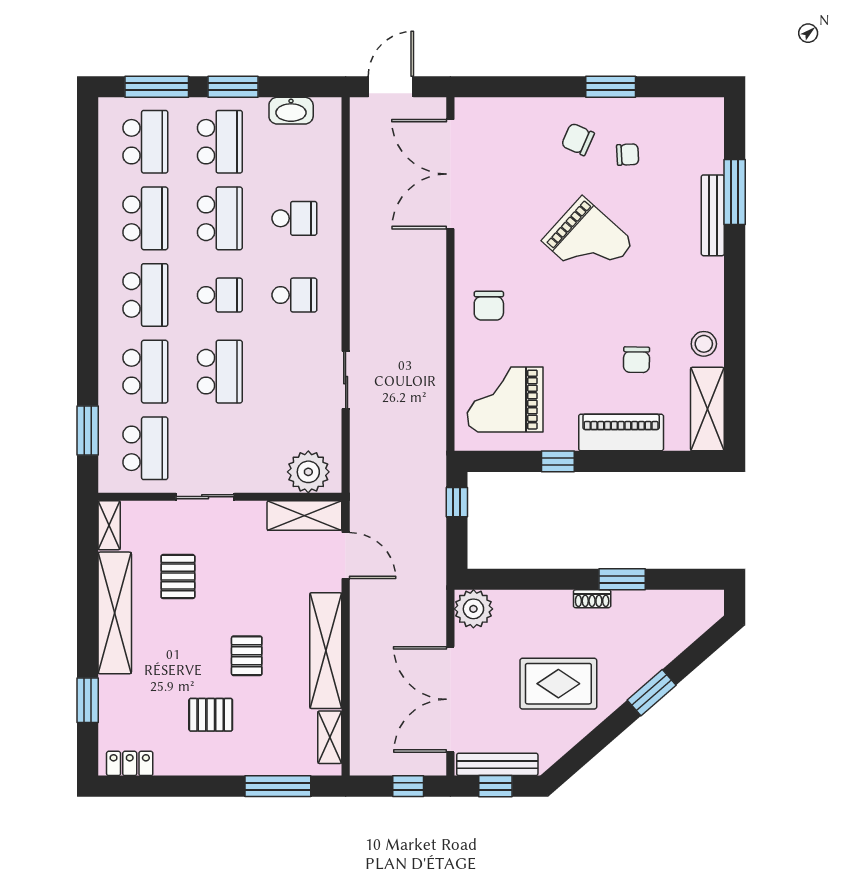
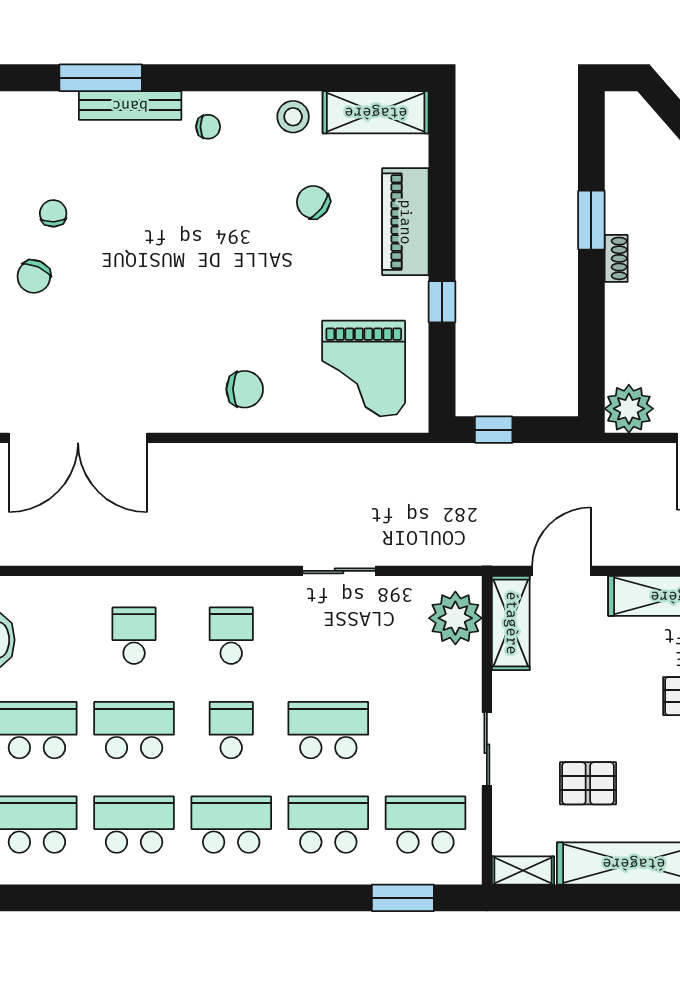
grand piano: (588, 242) -> (164, 264), removed
chair: (696, 277) -> (208, 127), added
chair: (636, 360) -> (313, 202), turned -144

